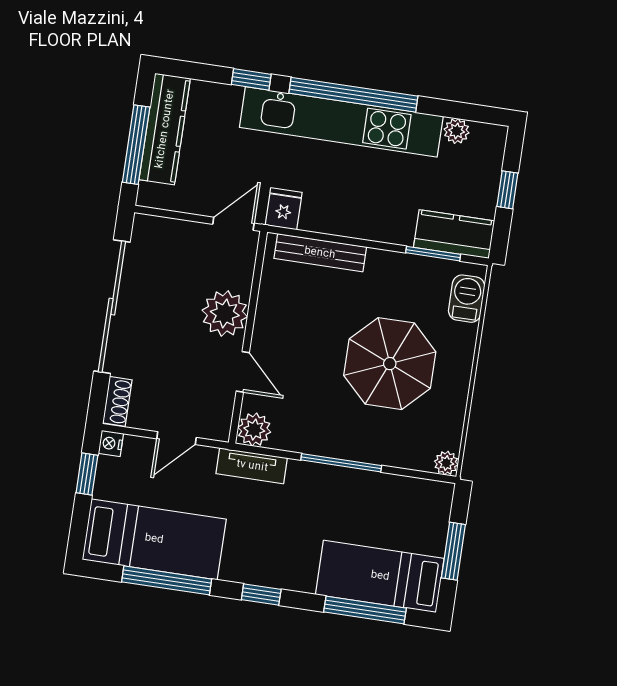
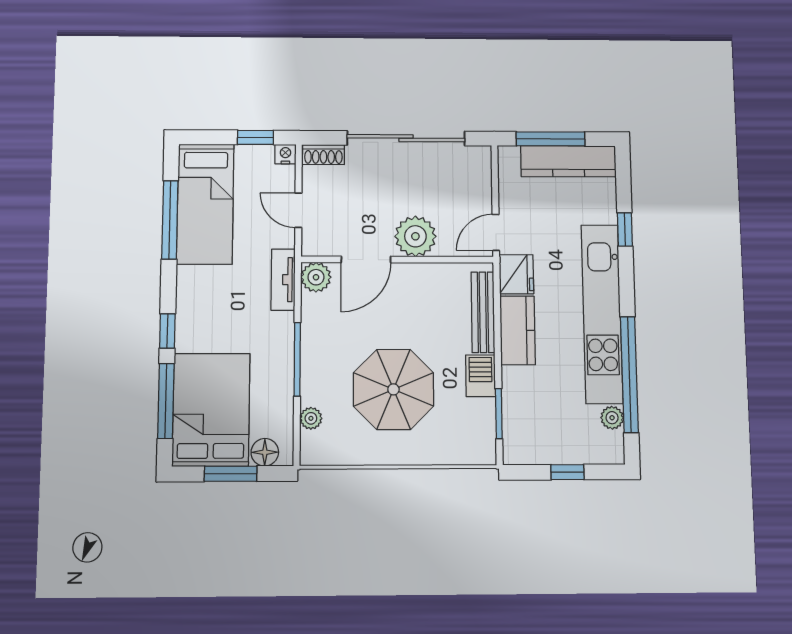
window: (353, 95) -> (629, 374), moved
fridge: (284, 209) -> (516, 274), width x1.38
door: (233, 224) -> (496, 232), swing flipped
kitchen counter: (454, 234) -> (518, 330), moved
barbecue: (467, 299) -> (481, 376), moved, turned -90
door: (243, 372) -> (366, 260), width x1.38
plant: (446, 463) -> (311, 418), moved
floor lamp: (436, 512) -> (265, 452), added
bed: (380, 576) -> (211, 410), width x1.50
window: (261, 595) -> (167, 331), moved

